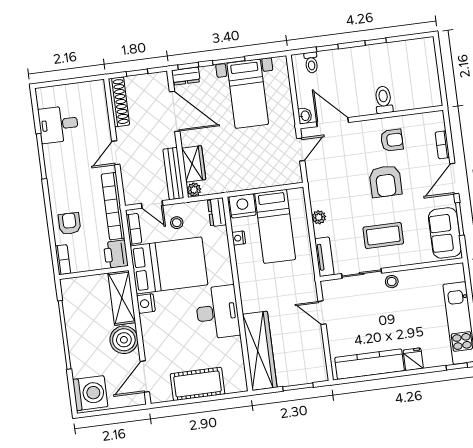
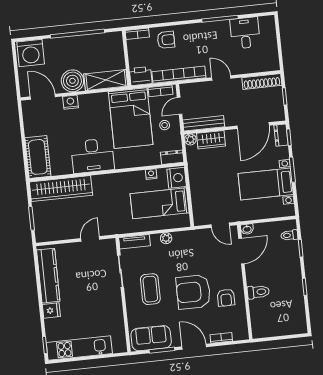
armchair: (386, 181) -> (193, 292), width x1.36, depth x1.36
stool: (392, 282) -> (114, 295), removed
nightstand: (146, 303) -> (70, 102), moved
cot: (198, 384) -> (38, 157), moved

